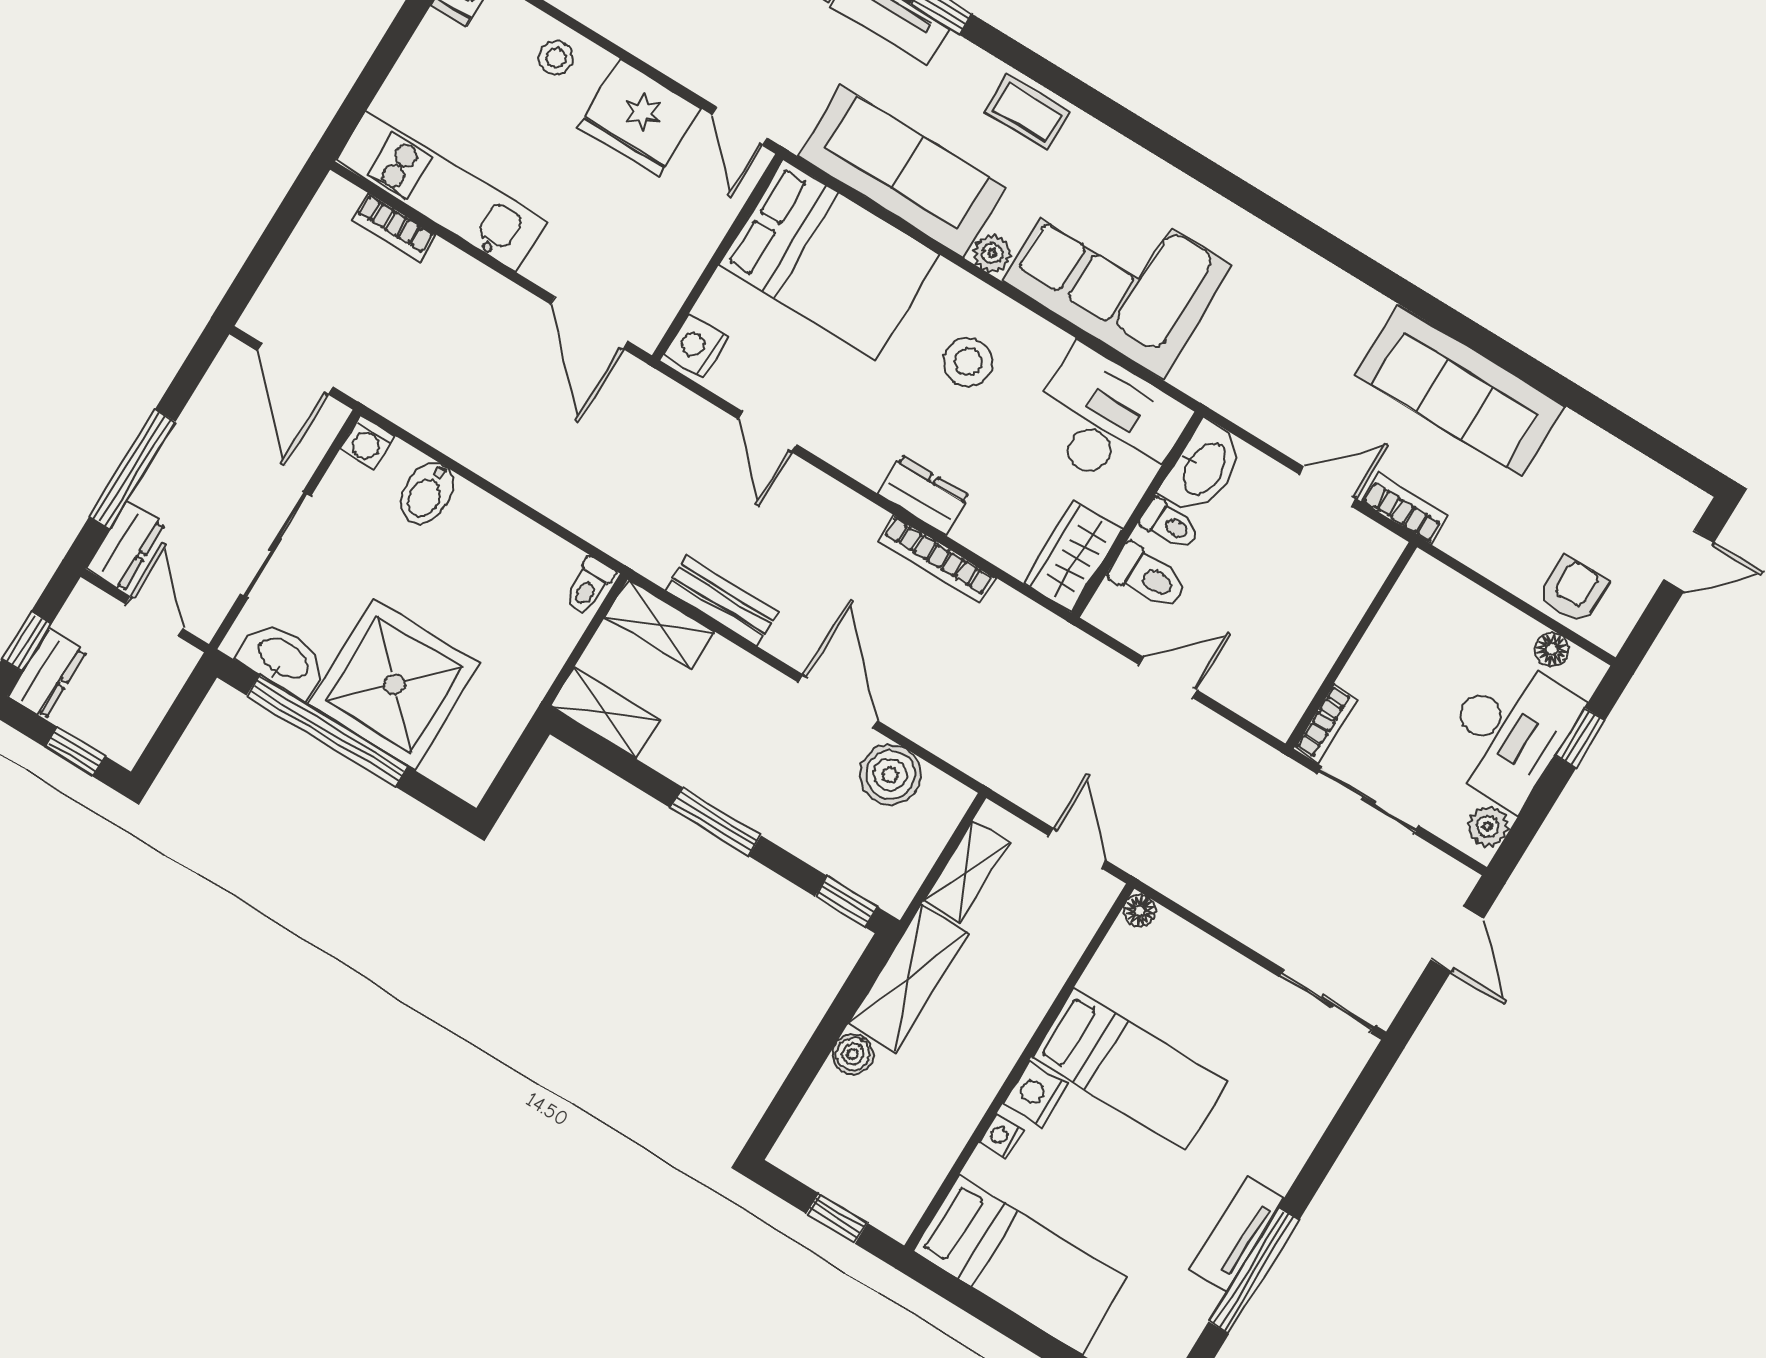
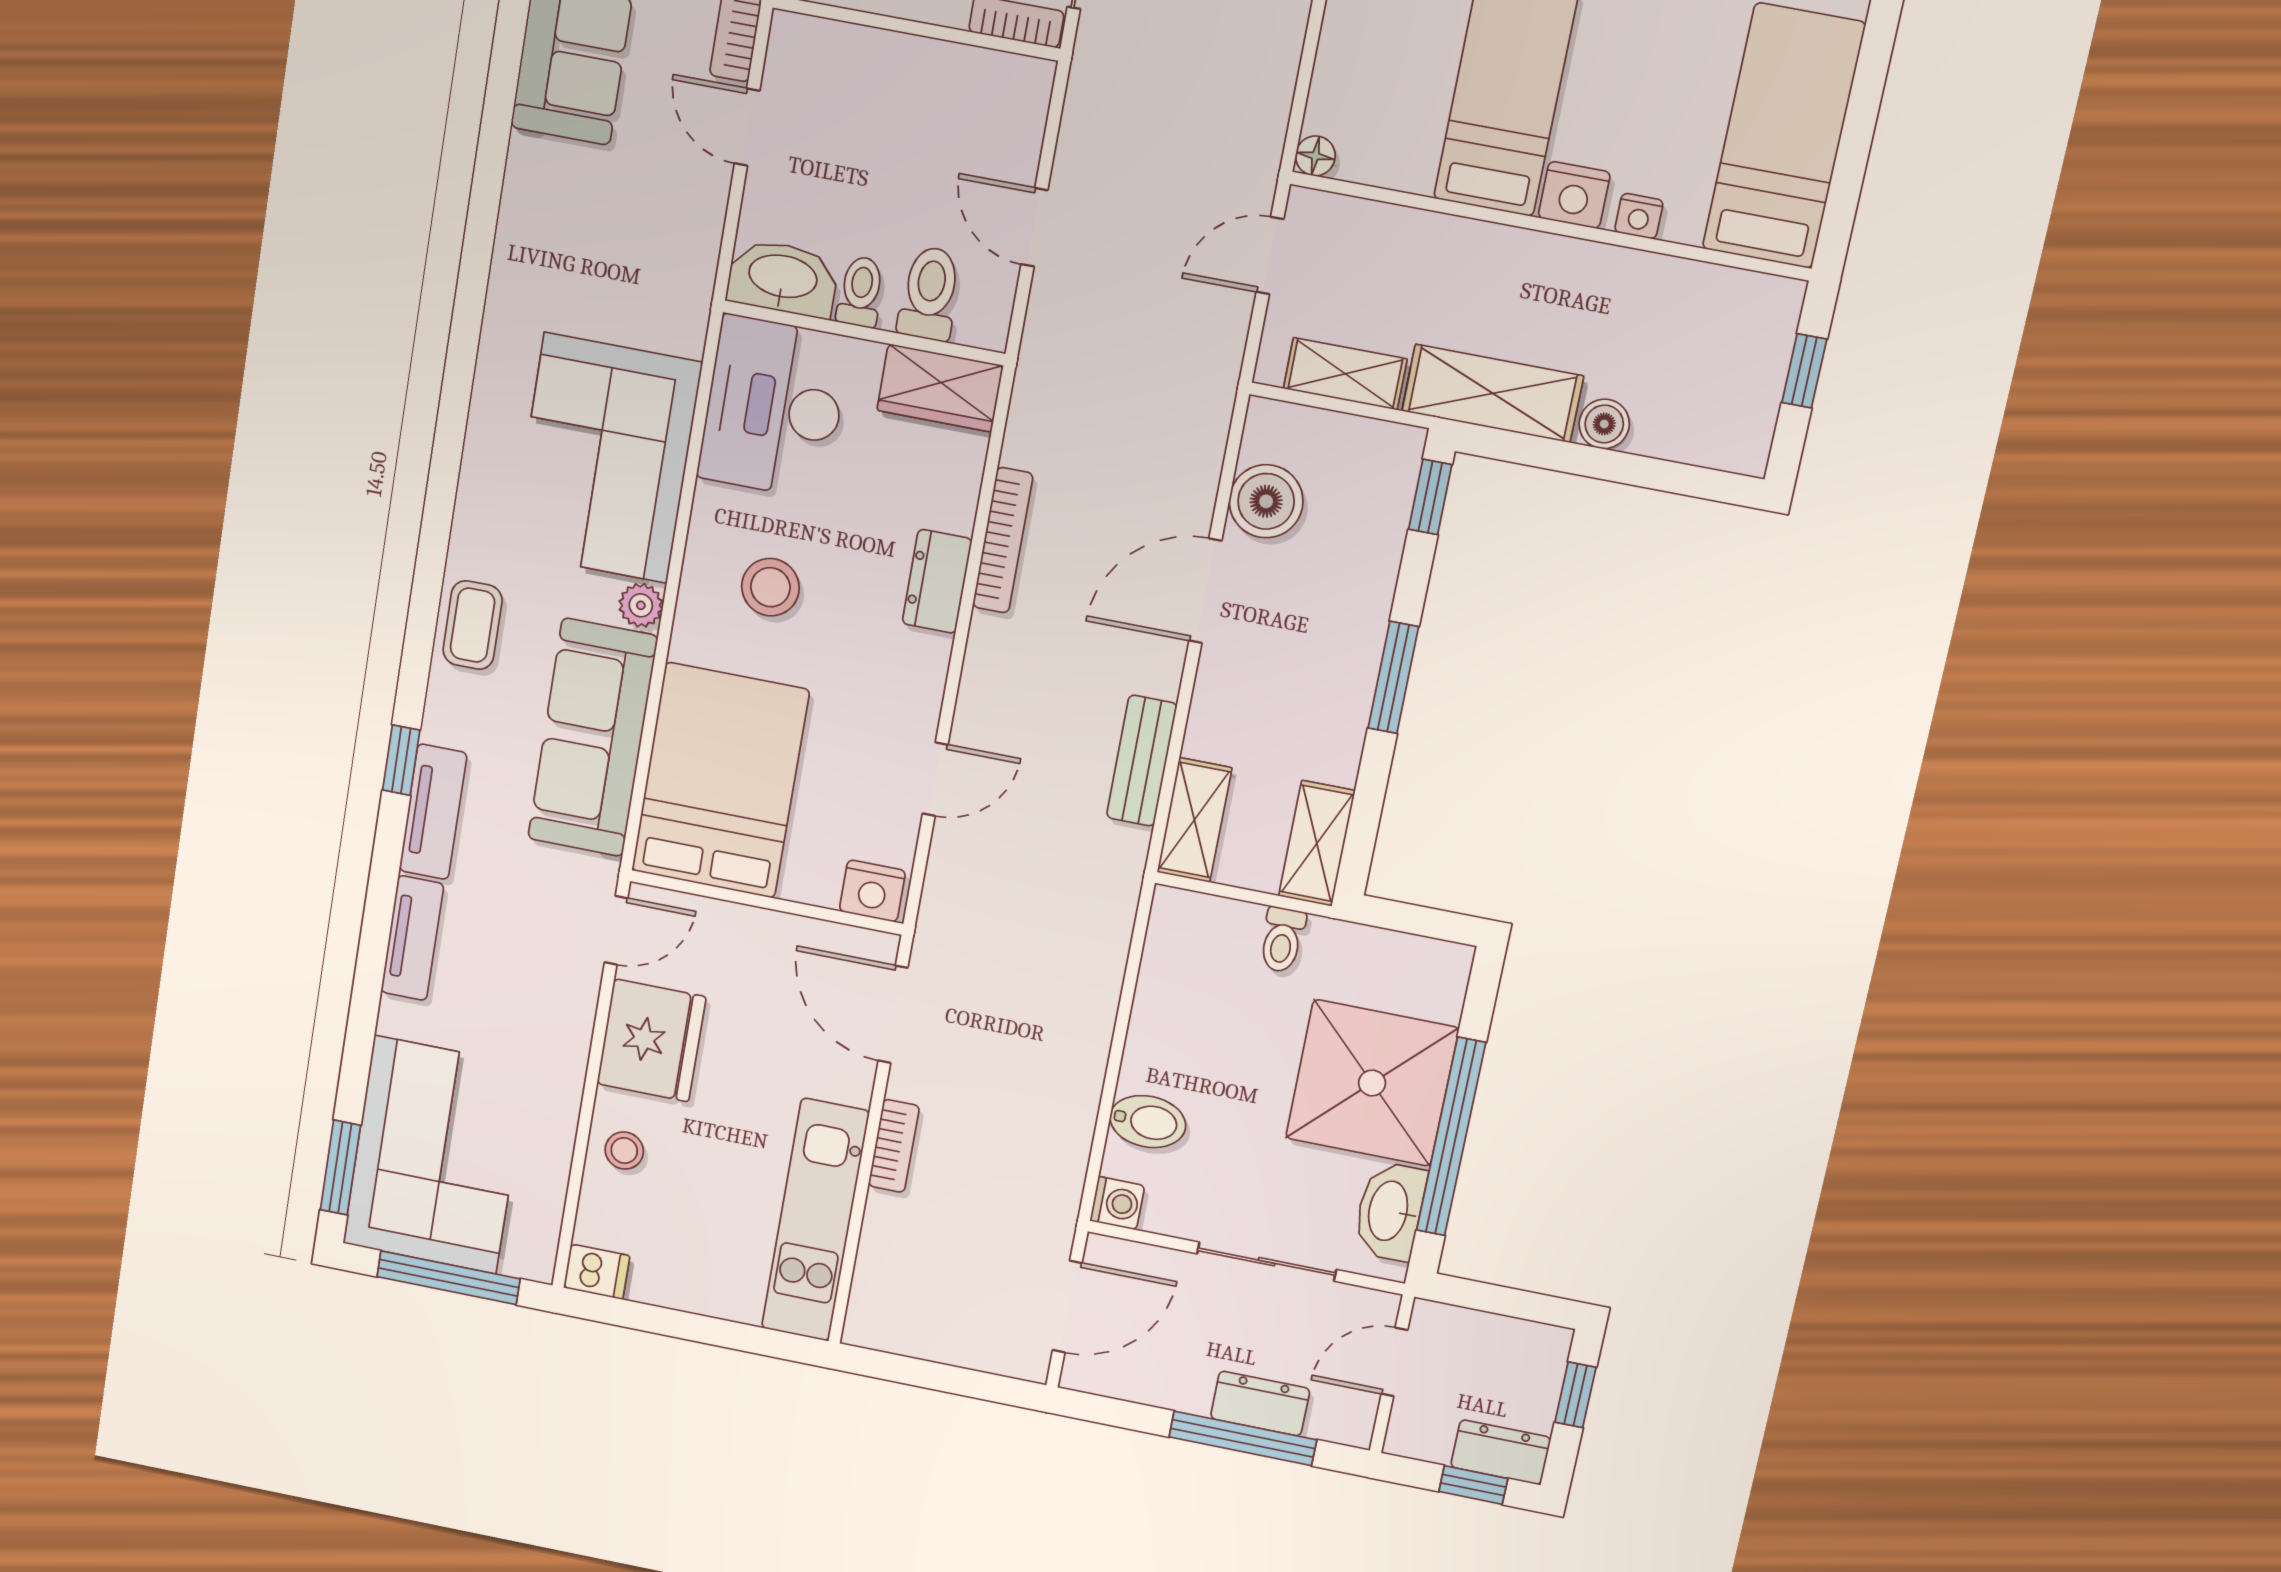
bookcase: (394, 227) -> (894, 1146), moved
door: (589, 323) -> (893, 1014), swing flipped
dresser: (125, 546) -> (1260, 1403), moved
toilet: (589, 586) -> (1282, 940), moved, turned 90

